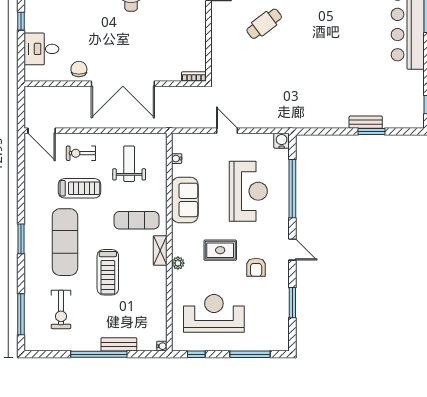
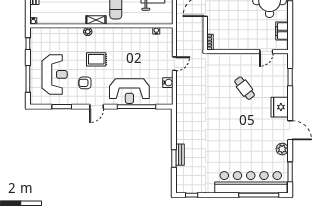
water cooler: (282, 141) -> (168, 83), moved
reception desk: (248, 191) -> (129, 91), moved
sofa: (185, 200) -> (129, 36), removed
rug: (220, 250) -> (96, 59), turned 90
reception desk: (214, 313) -> (55, 74), moved

